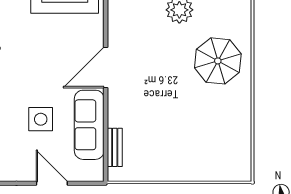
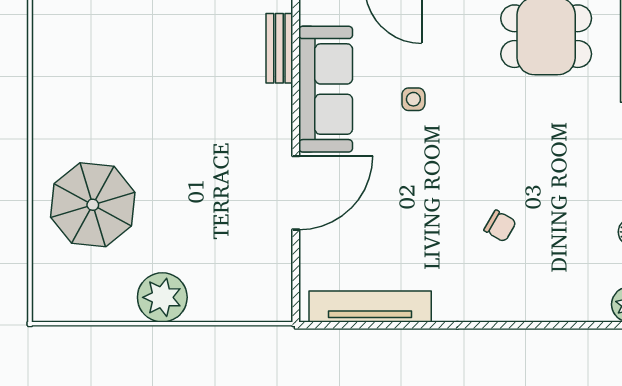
side table: (41, 119) -> (413, 99), width x0.54, depth x0.54

